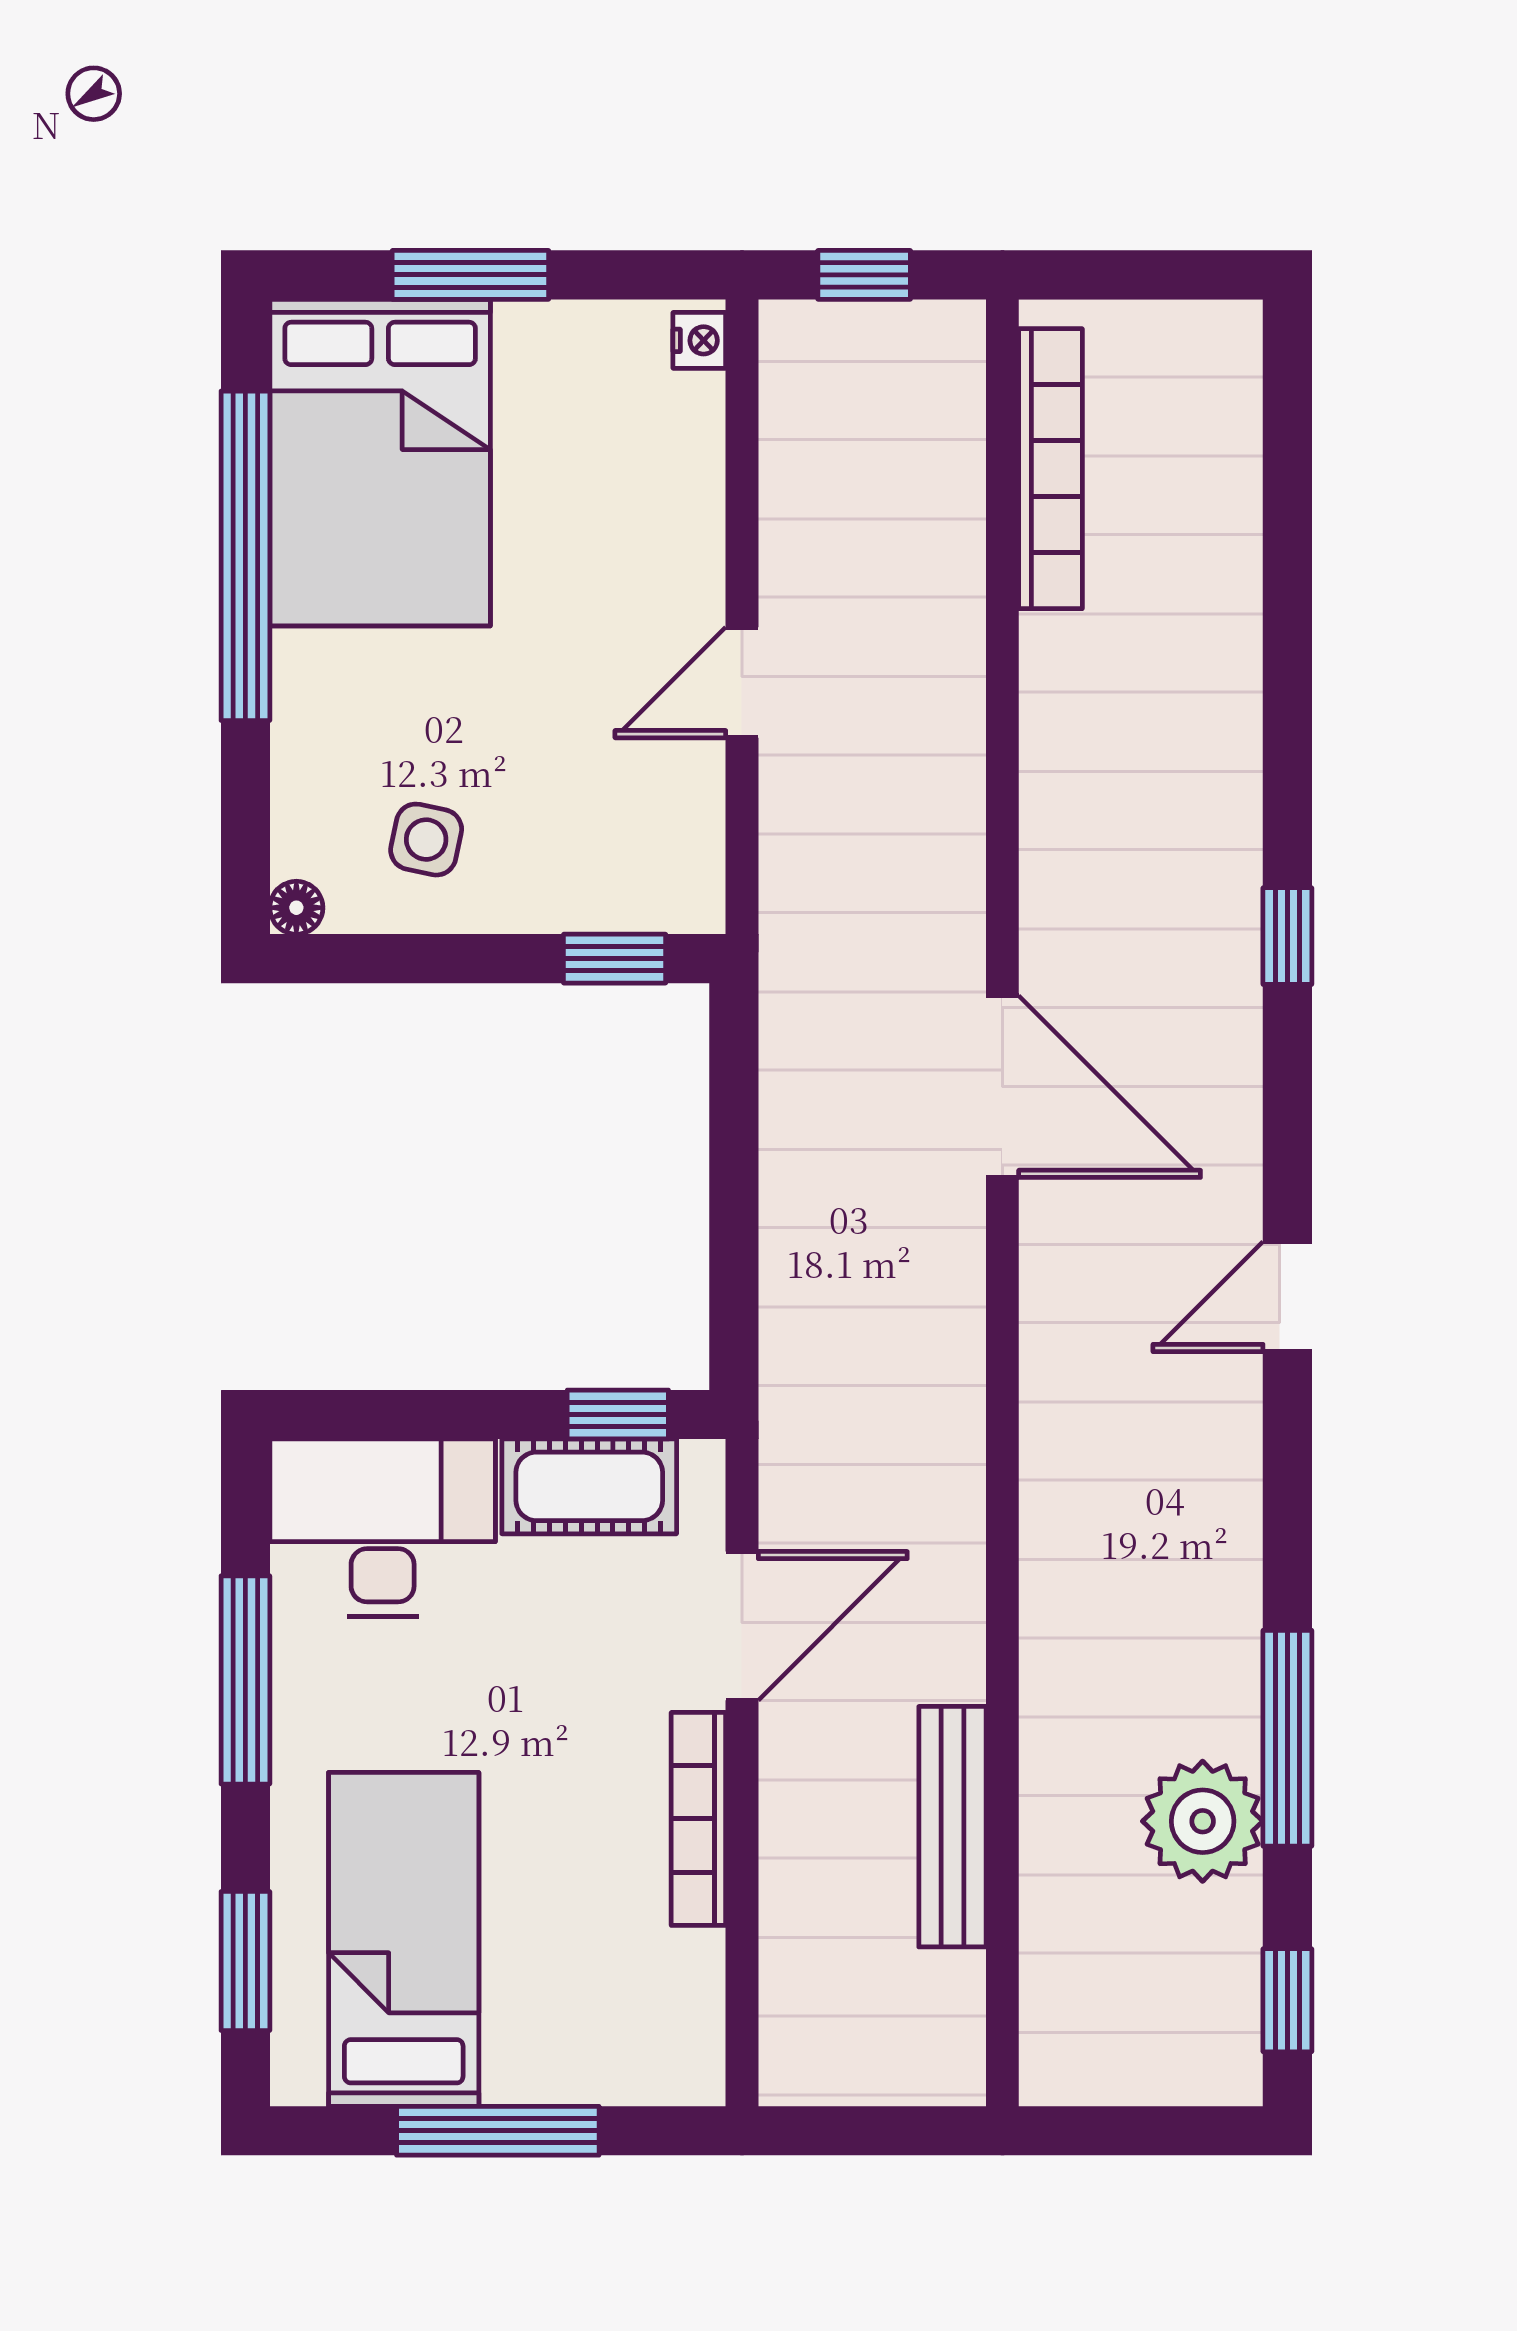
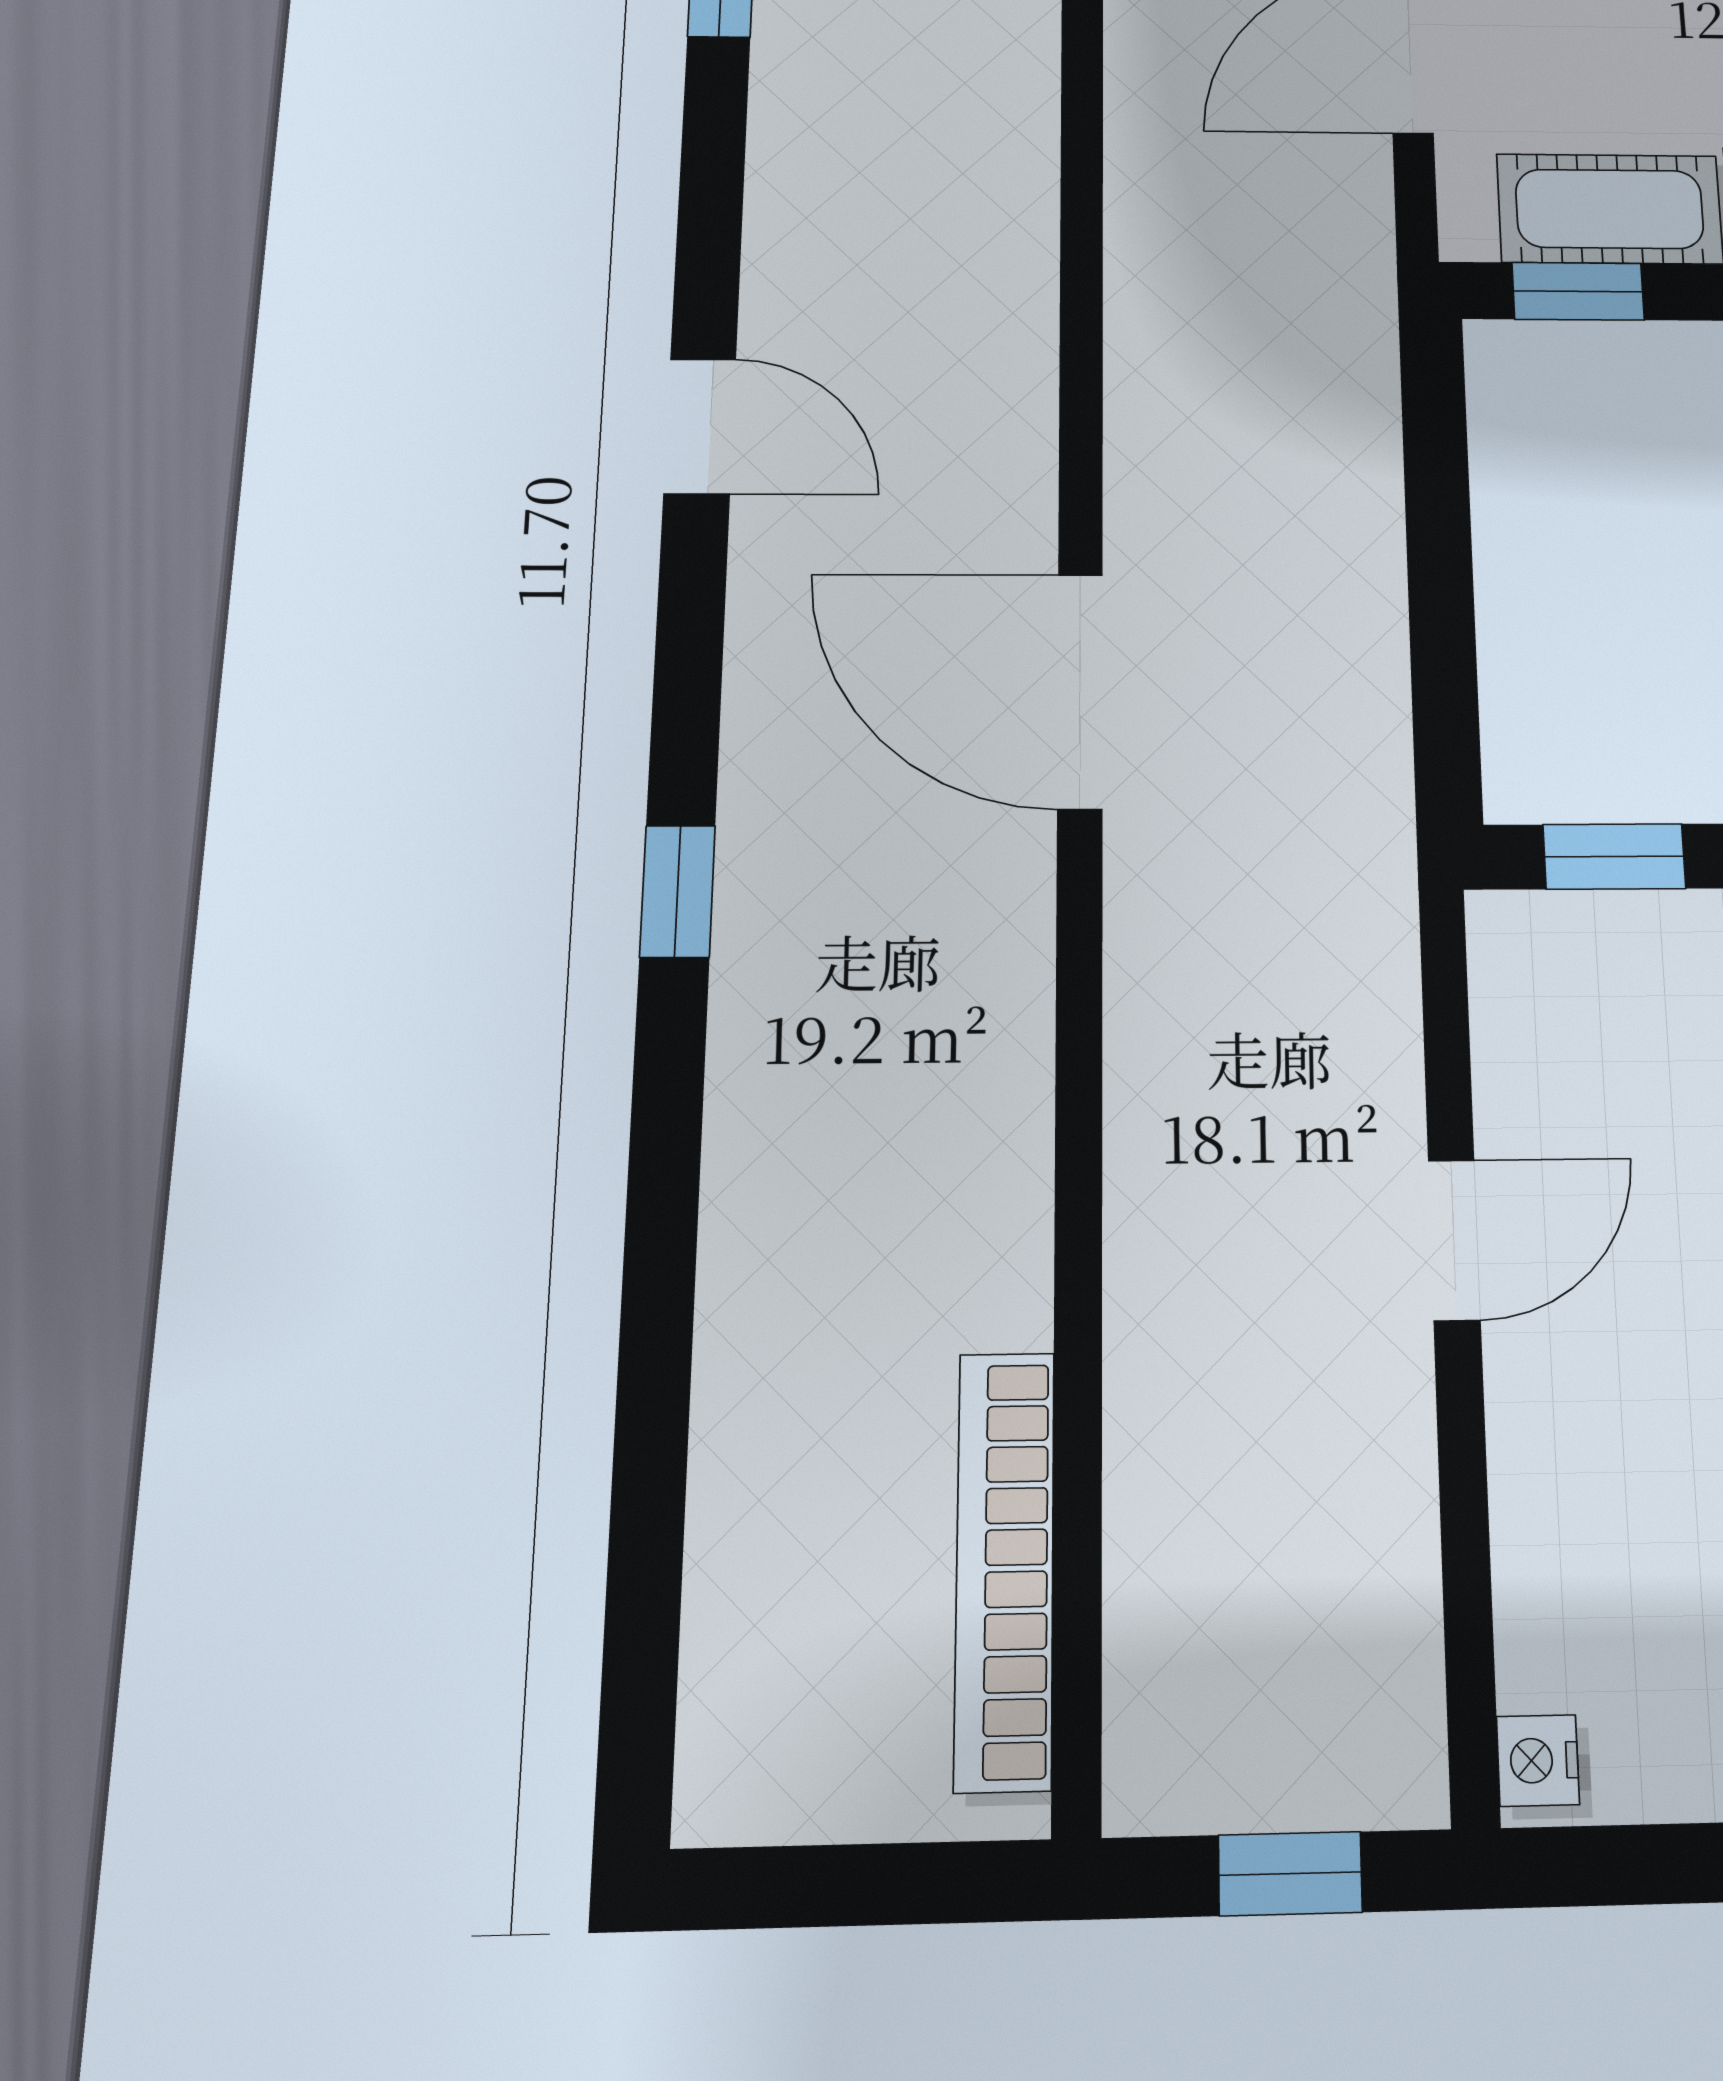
door: (1287, 1297) -> (700, 426), hinge flipped

